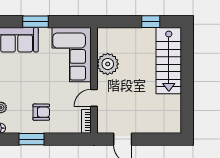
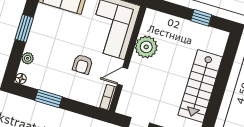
stairs: (169, 61) -> (200, 86), moved
armchair: (41, 112) -> (83, 64), moved, turned 90

